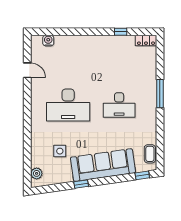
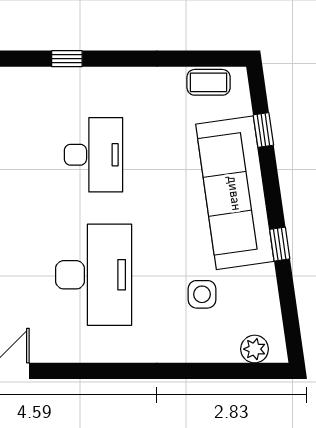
window: (160, 94) -> (67, 59), width x0.46
window: (142, 175) -> (263, 130), moved

